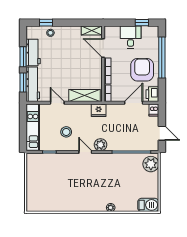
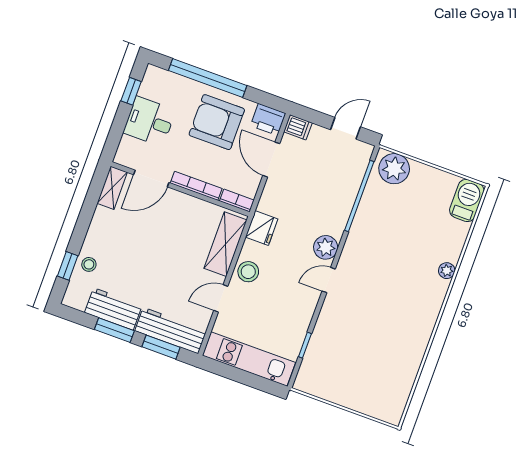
stool: (66, 132) -> (248, 272), moved

